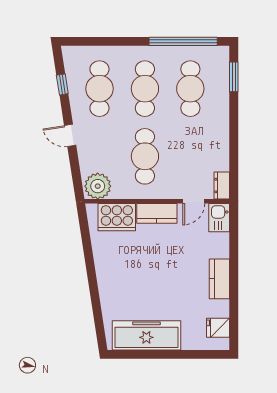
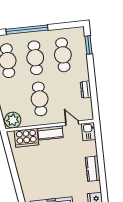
window: (183, 41) -> (27, 30), moved
dresser: (222, 186) -> (86, 90), moved
door: (194, 201) -> (72, 123), swing flipped

